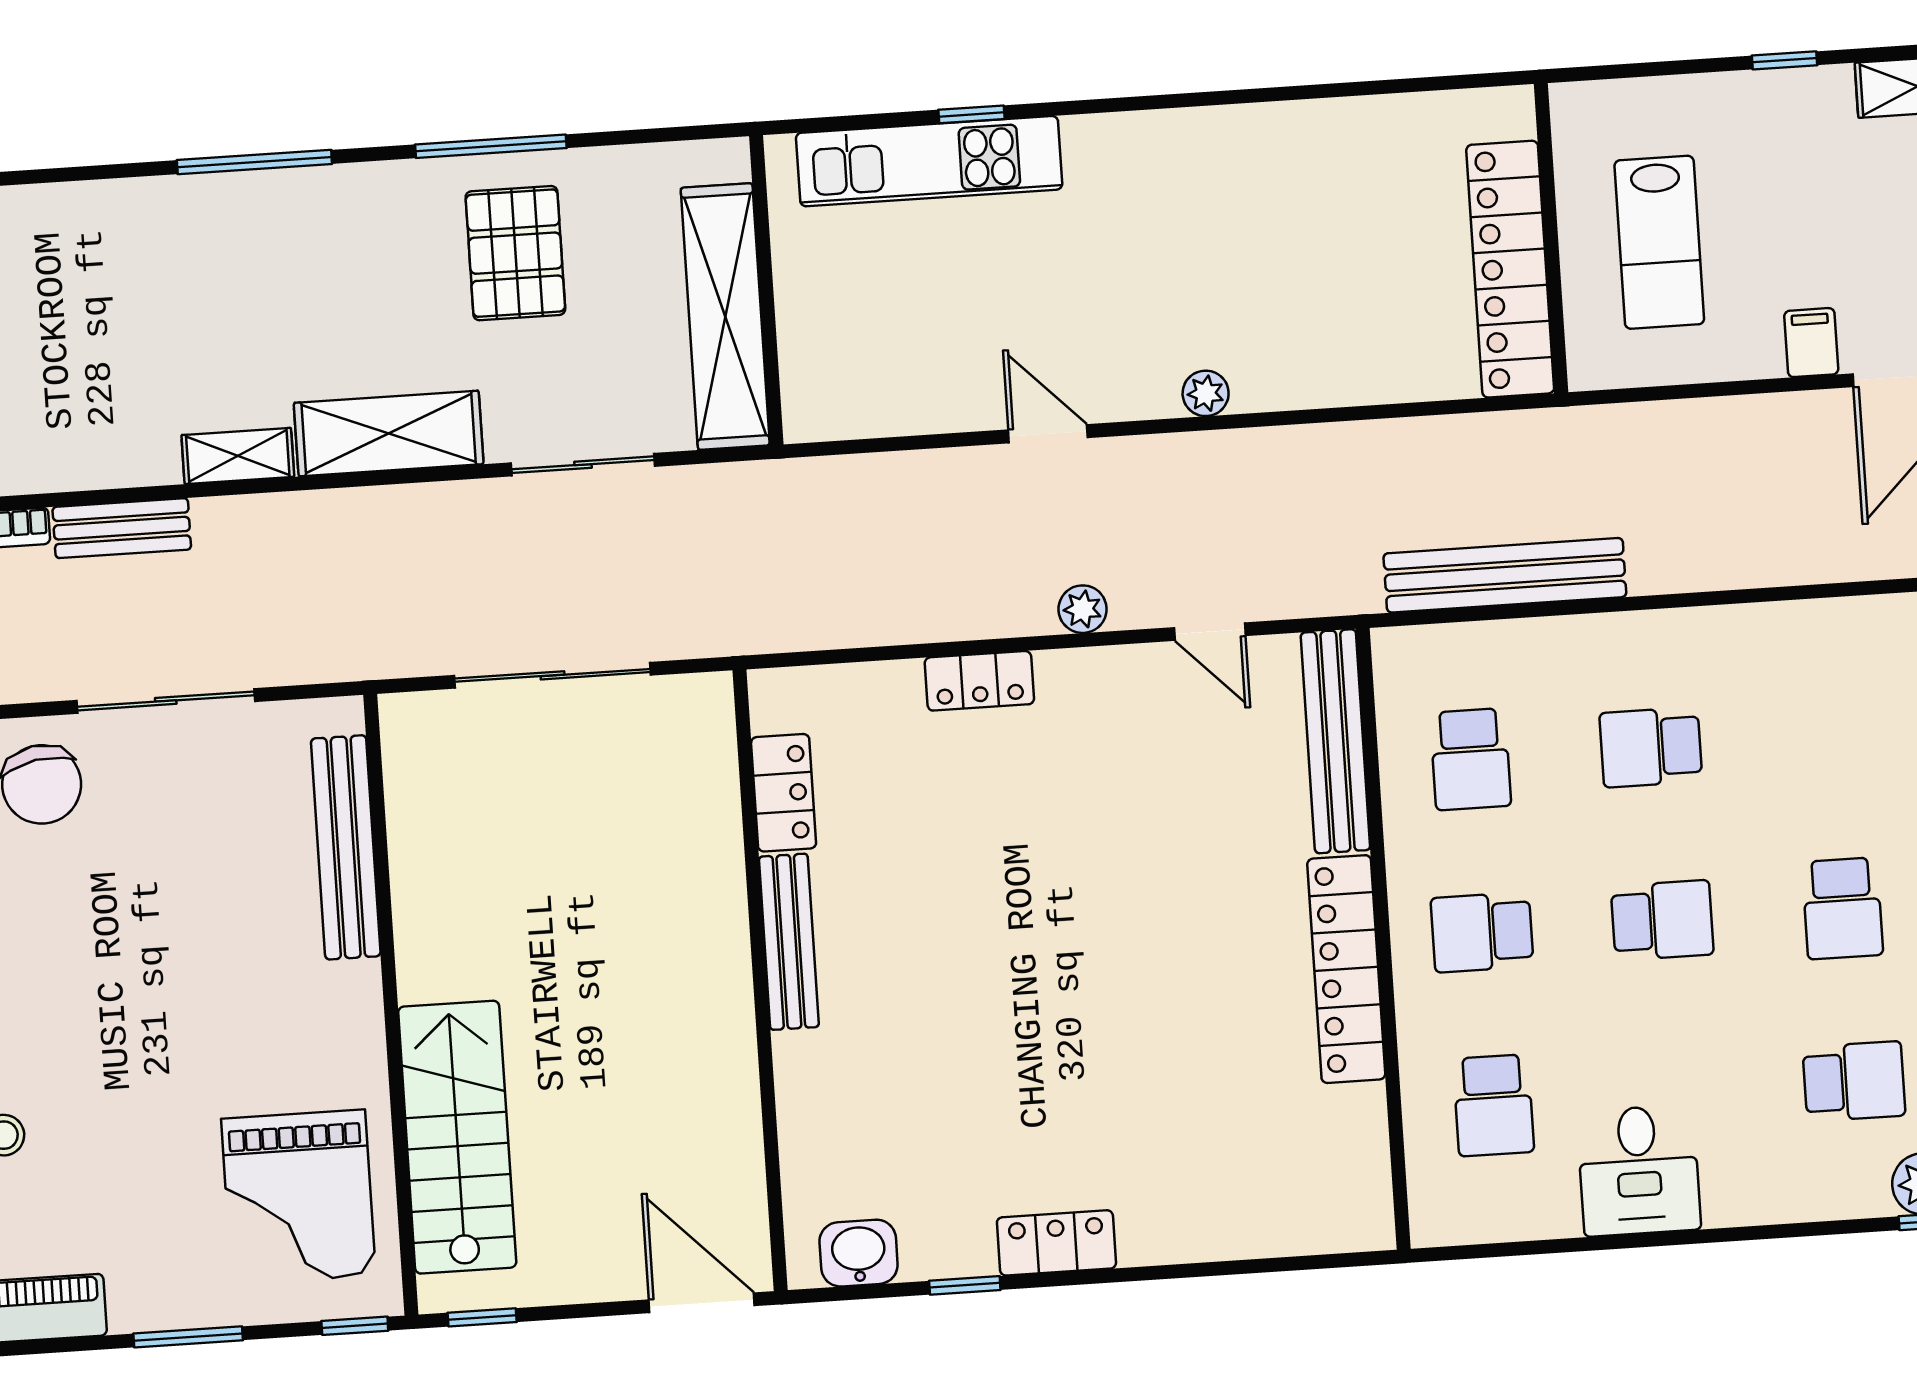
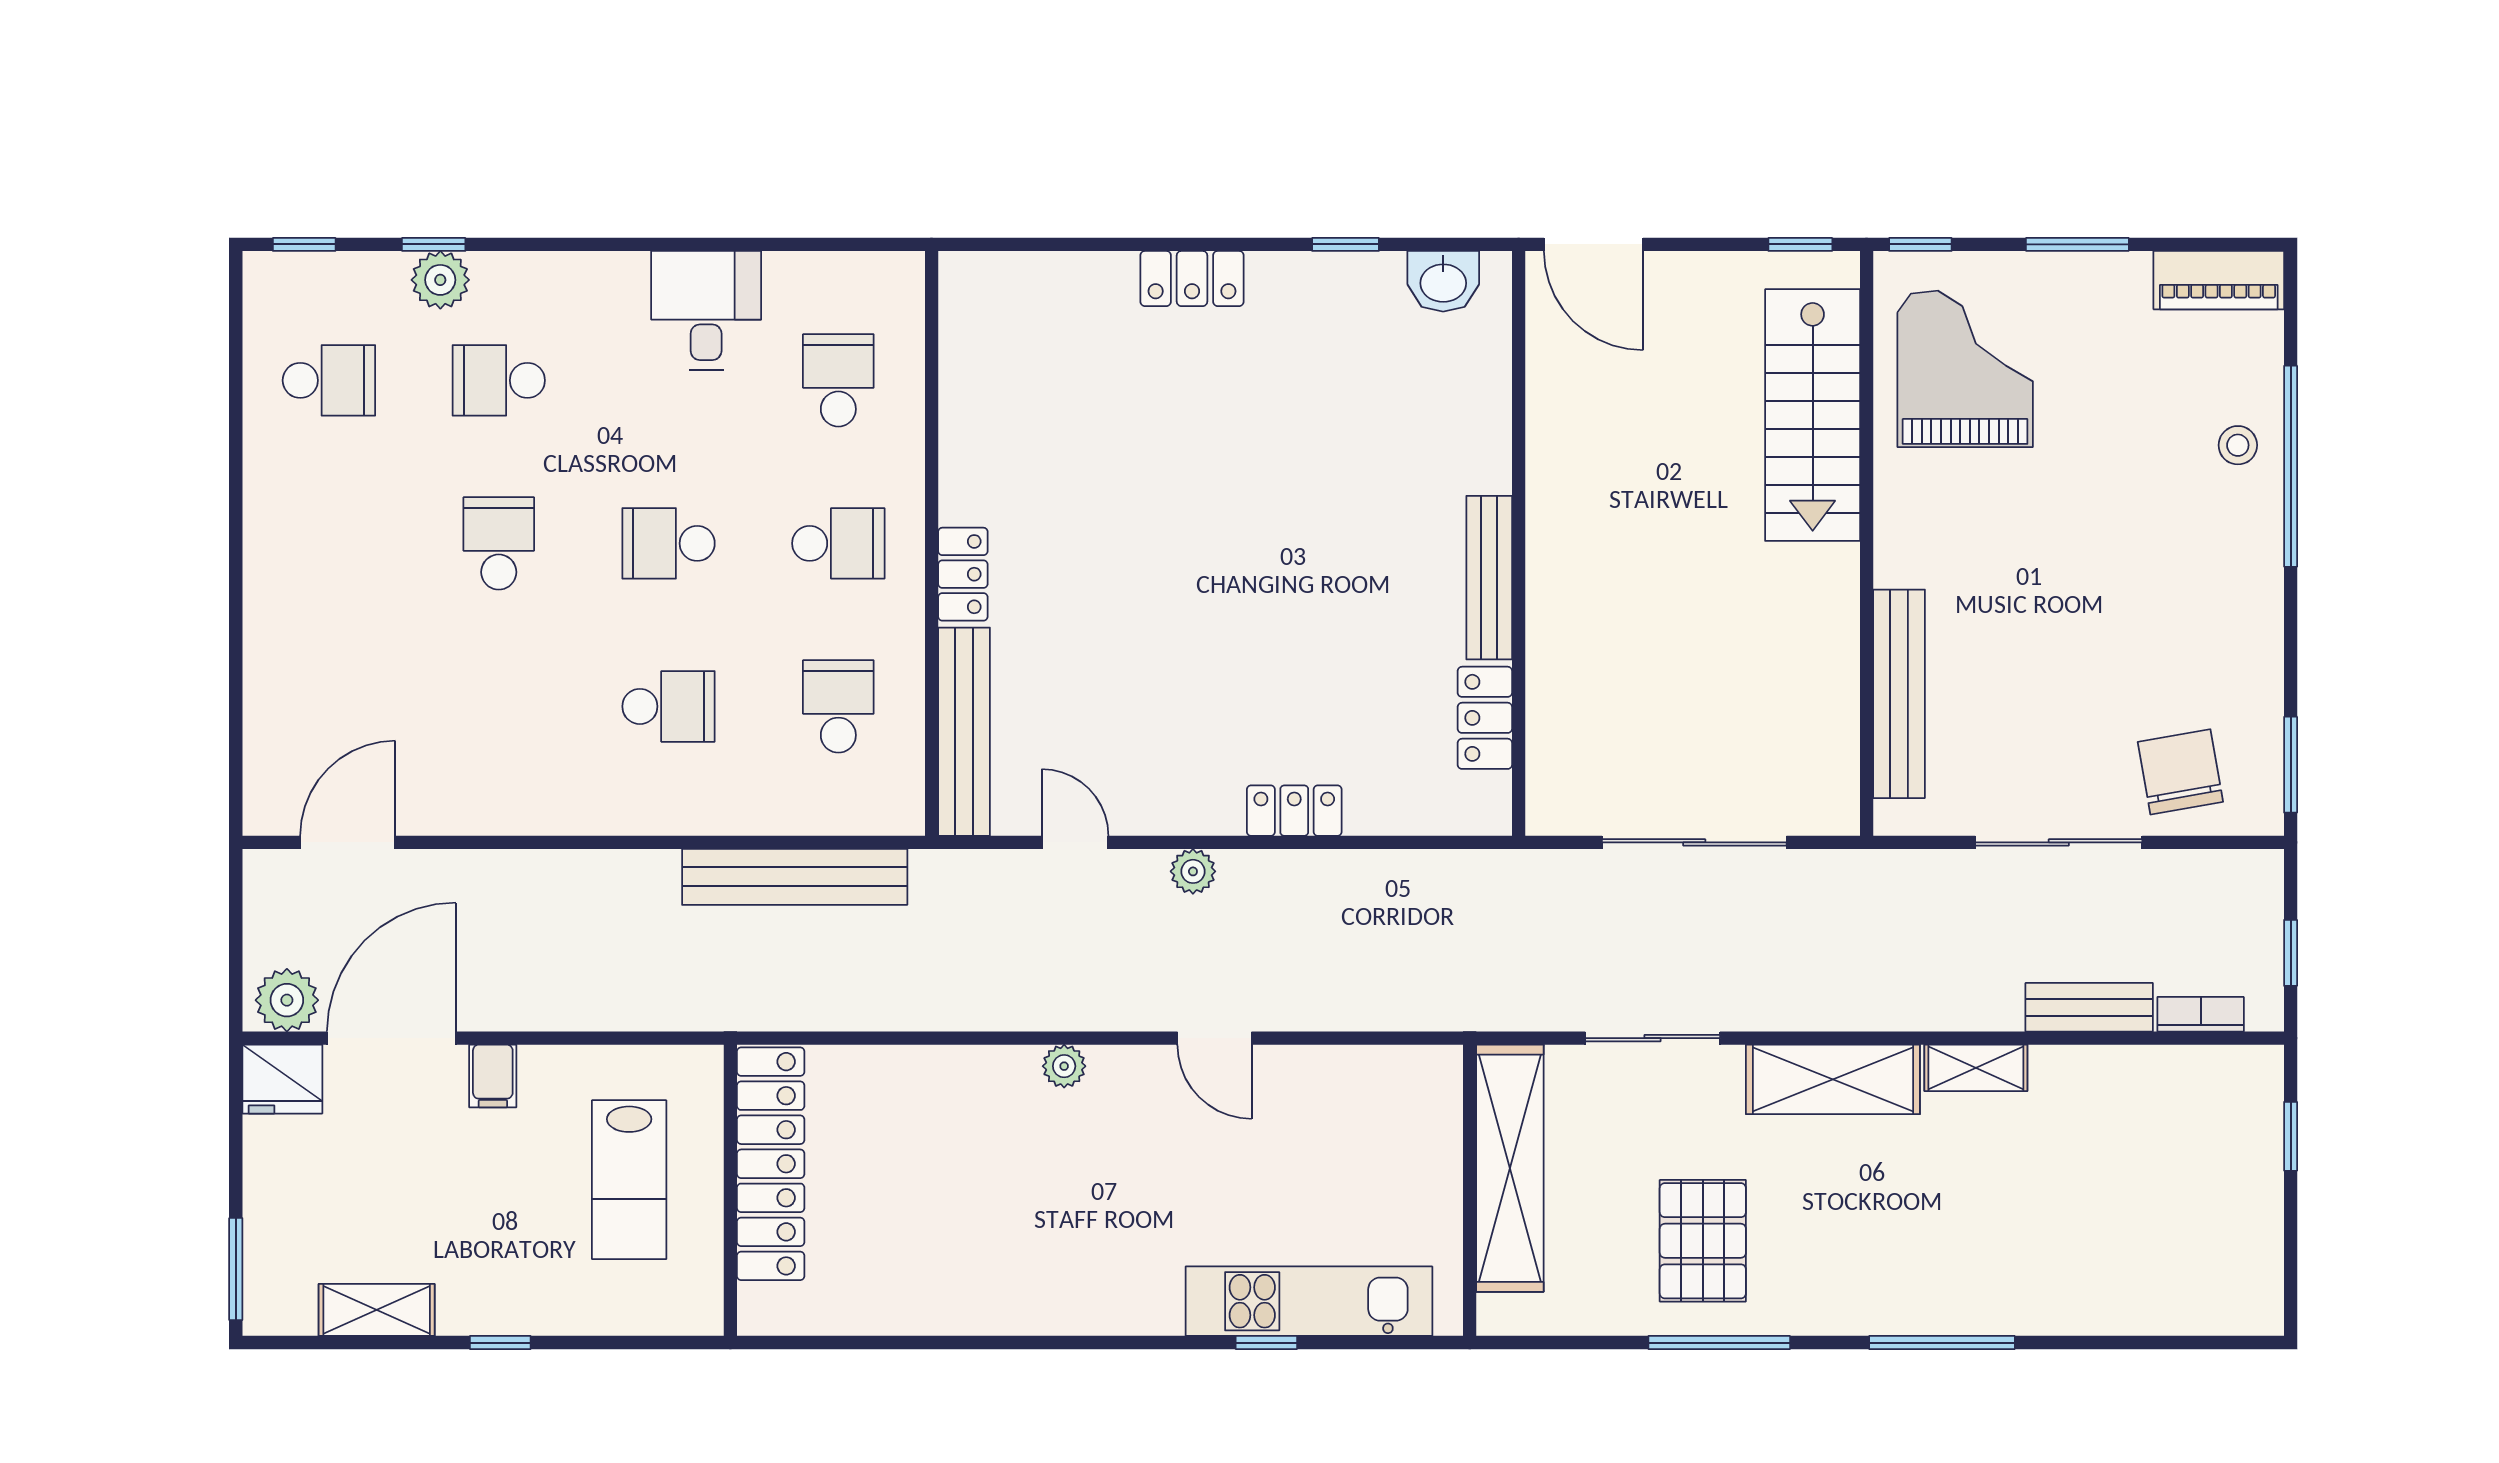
lab bench: (1659, 242) -> (629, 1180), turned 180
locker: (1346, 969) -> (963, 574), width x0.46, depth x0.83
locker: (1056, 1243) -> (1192, 279), moved

